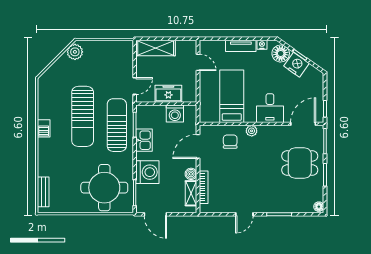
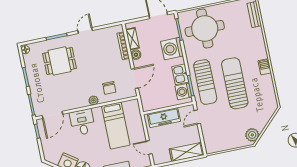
freezer: (168, 94) -> (164, 118), width x1.40
washing machine: (175, 114) -> (183, 91), moved, turned -90
dining table: (300, 163) -> (60, 61), moved

